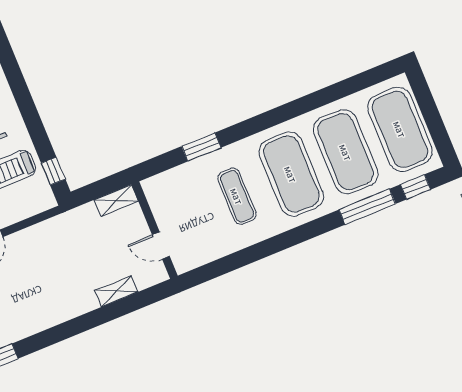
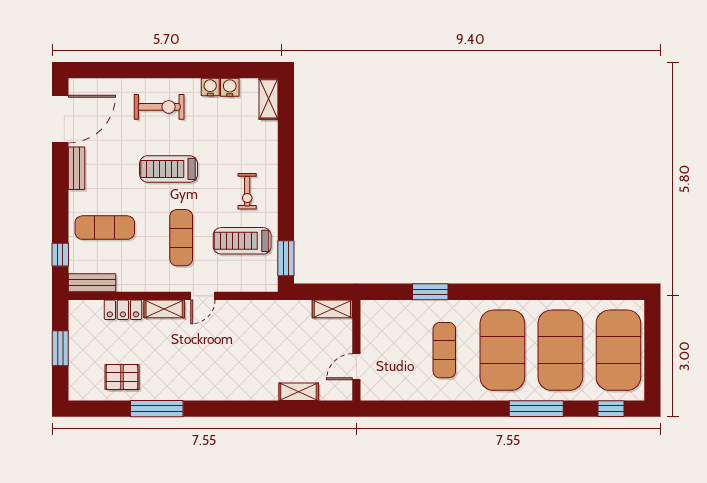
window: (53, 171) -> (286, 258), width x1.50
window: (367, 207) -> (536, 409), moved
door: (161, 246) -> (356, 367), hinge flipped

